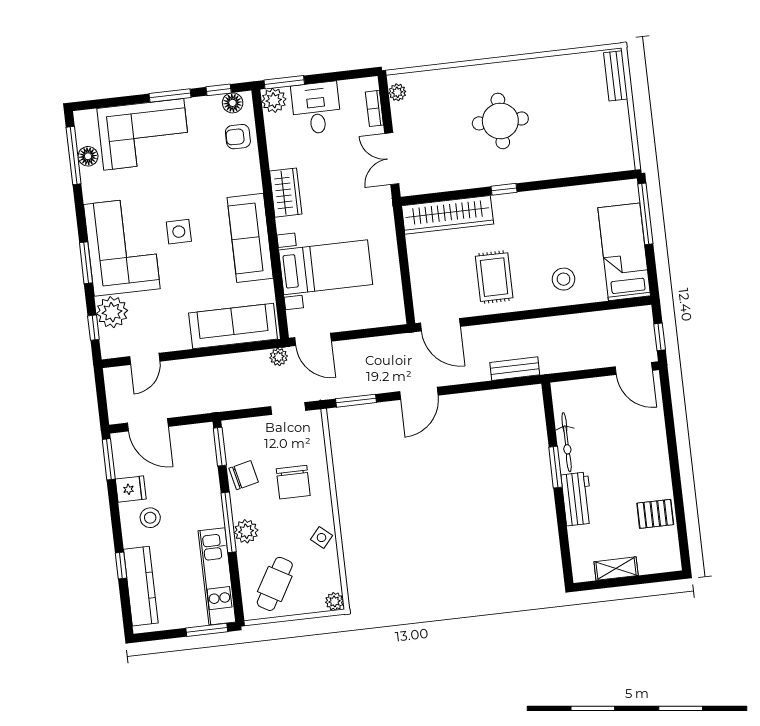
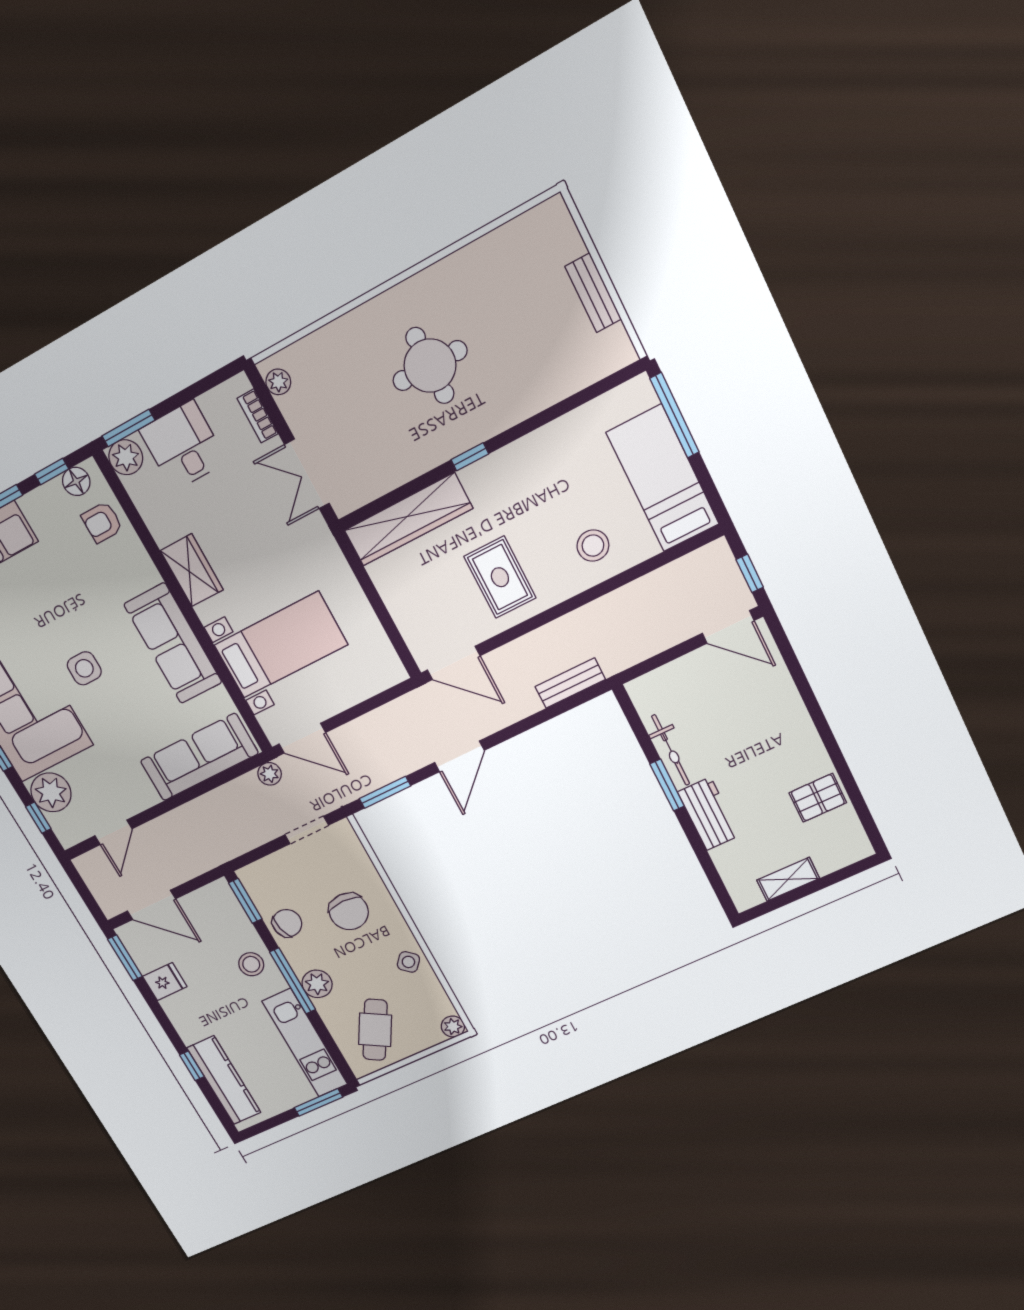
bench: (616, 76) -> (593, 293), moved
stool: (150, 518) -> (251, 964), moved

